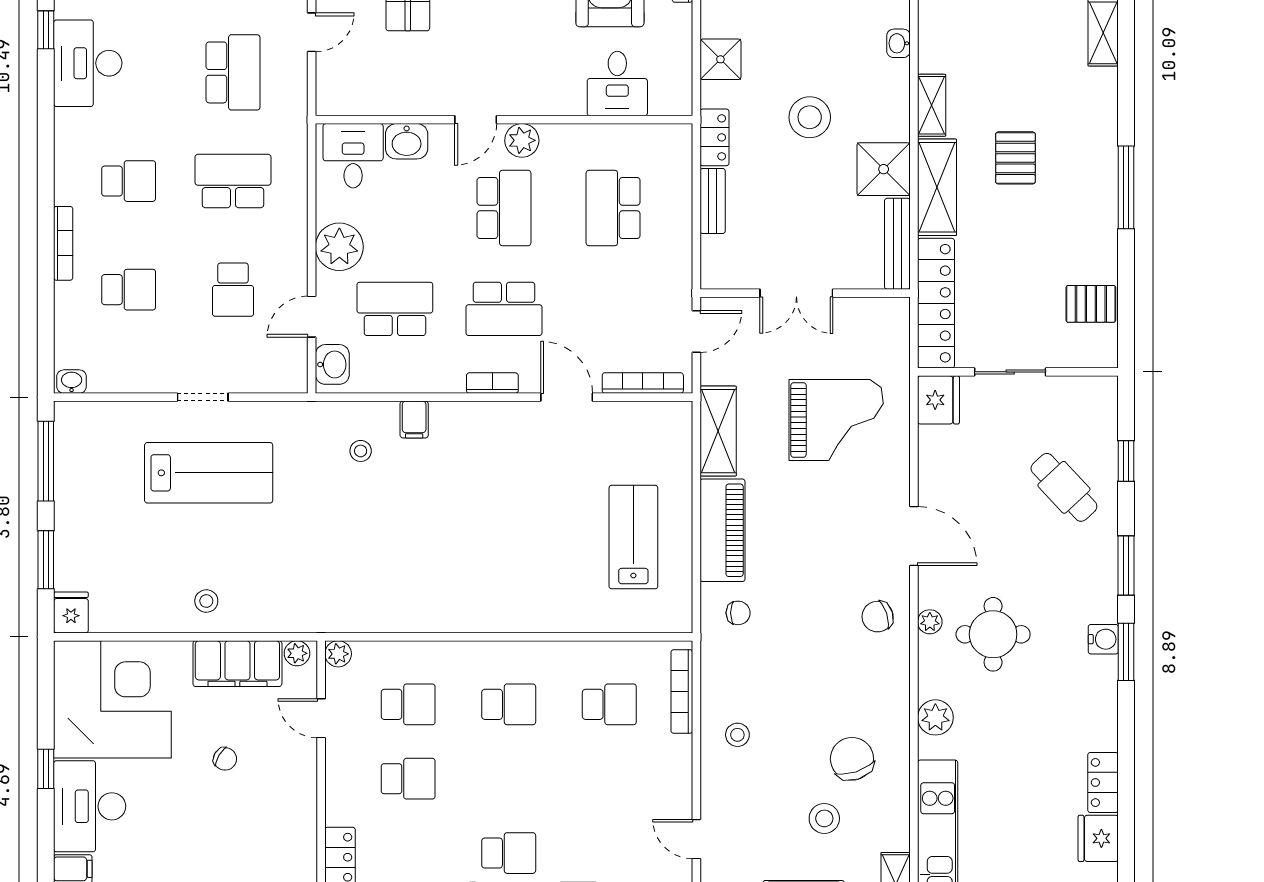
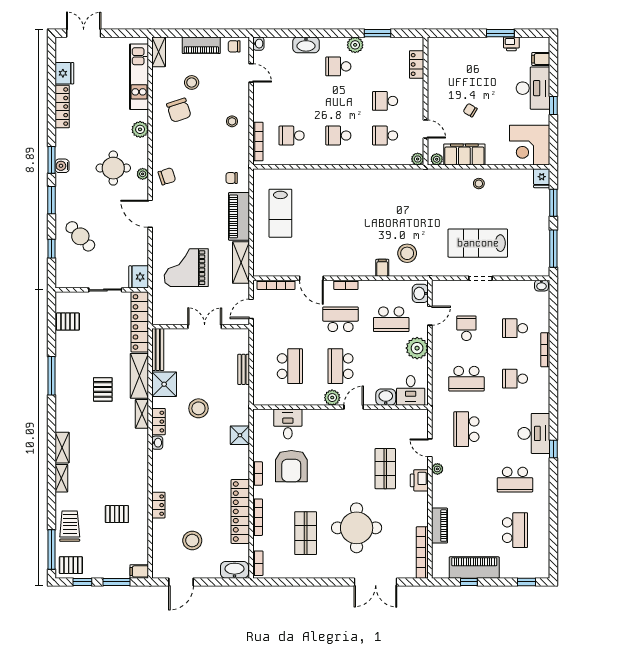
door: (312, 32) -> (430, 448), hinge flipped
locker: (714, 137) -> (158, 422), moved, turned 180
stool: (361, 451) -> (407, 253), width x1.89, depth x1.89
corner desk: (112, 699) -> (530, 145), width x0.74, depth x0.74
locker: (1103, 783) -> (62, 107), width x1.53

